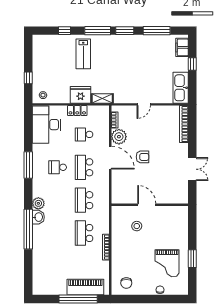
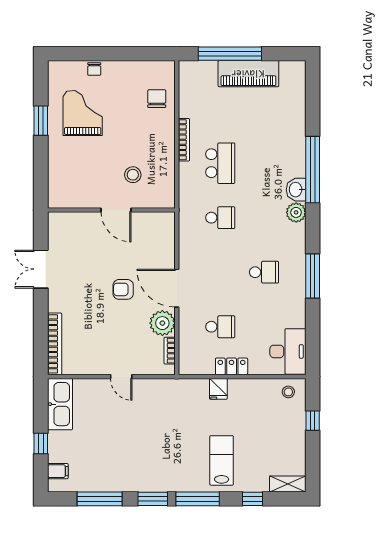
filing cabinet: (182, 47) -> (58, 471), width x0.50
fridge: (80, 95) -> (218, 389), width x0.53, depth x0.75
shelving: (102, 98) -> (288, 484), moved
door: (144, 104) -> (121, 377), swing flipped
desk: (46, 125) -> (288, 351), width x0.73, depth x0.77
school desk: (84, 167) -> (220, 272), removed
school desk: (84, 200) -> (220, 218), width x0.54
chair: (126, 283) -> (157, 99), moved
piano: (85, 287) -> (248, 74), moved

